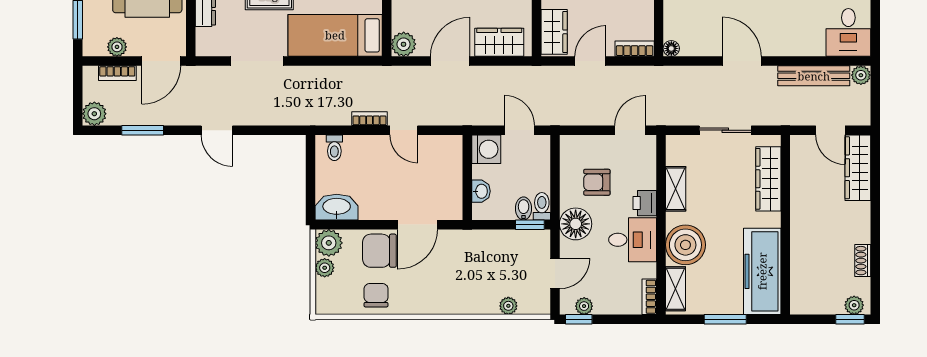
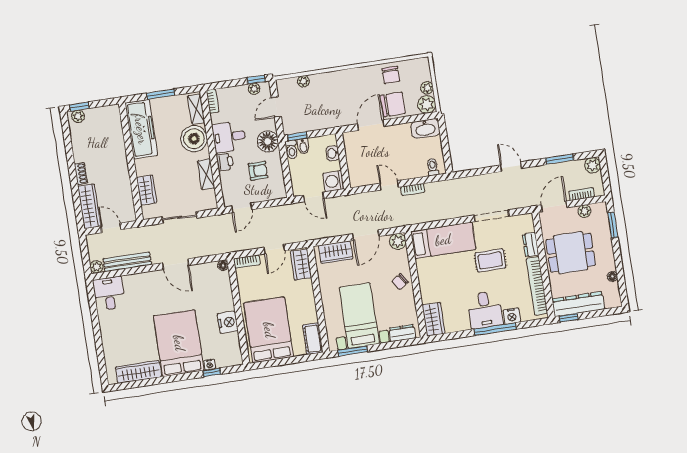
wardrobe: (768, 179) -> (147, 190), width x0.67
shoe rack: (863, 261) -> (81, 174), moved

